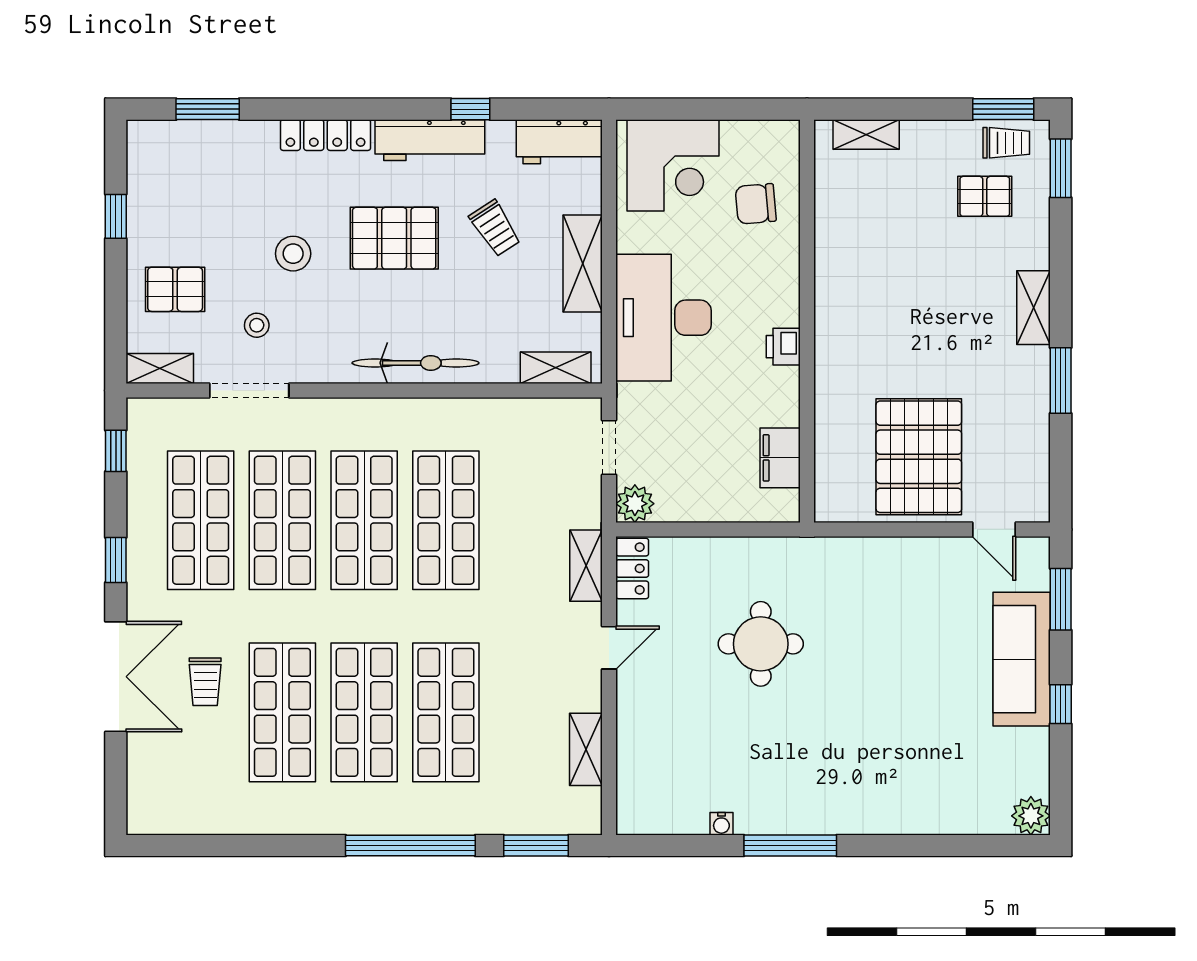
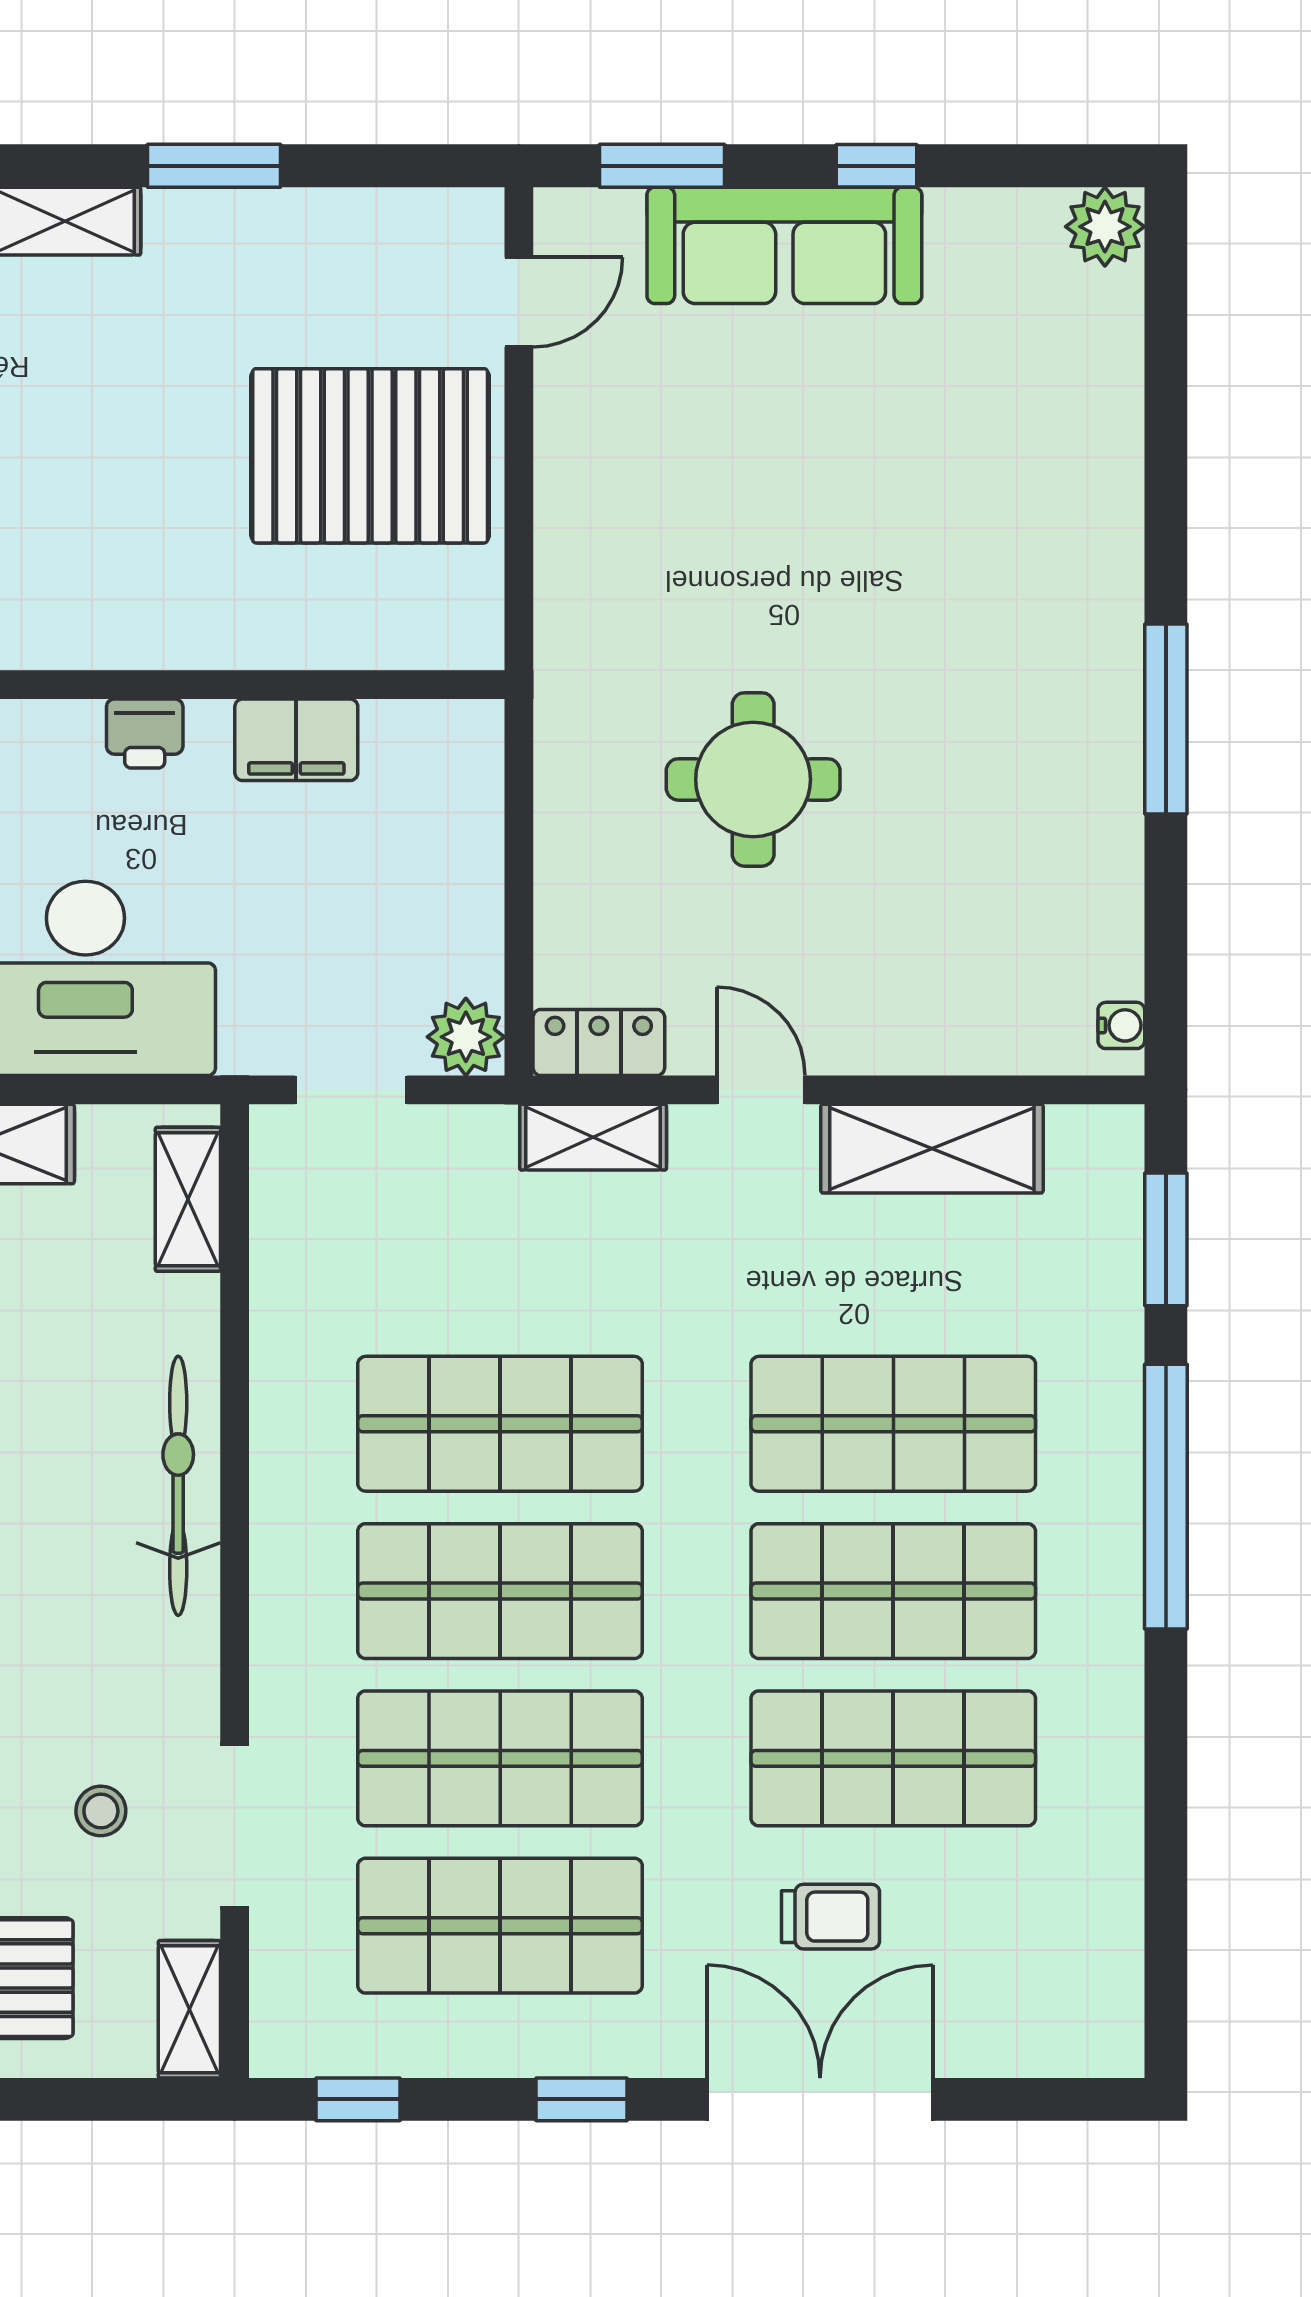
filing cabinet: (780, 458) -> (296, 740), moved
shelving: (586, 749) -> (932, 1149), width x1.50, depth x1.33
water cooler: (721, 824) -> (1121, 1025), moved

